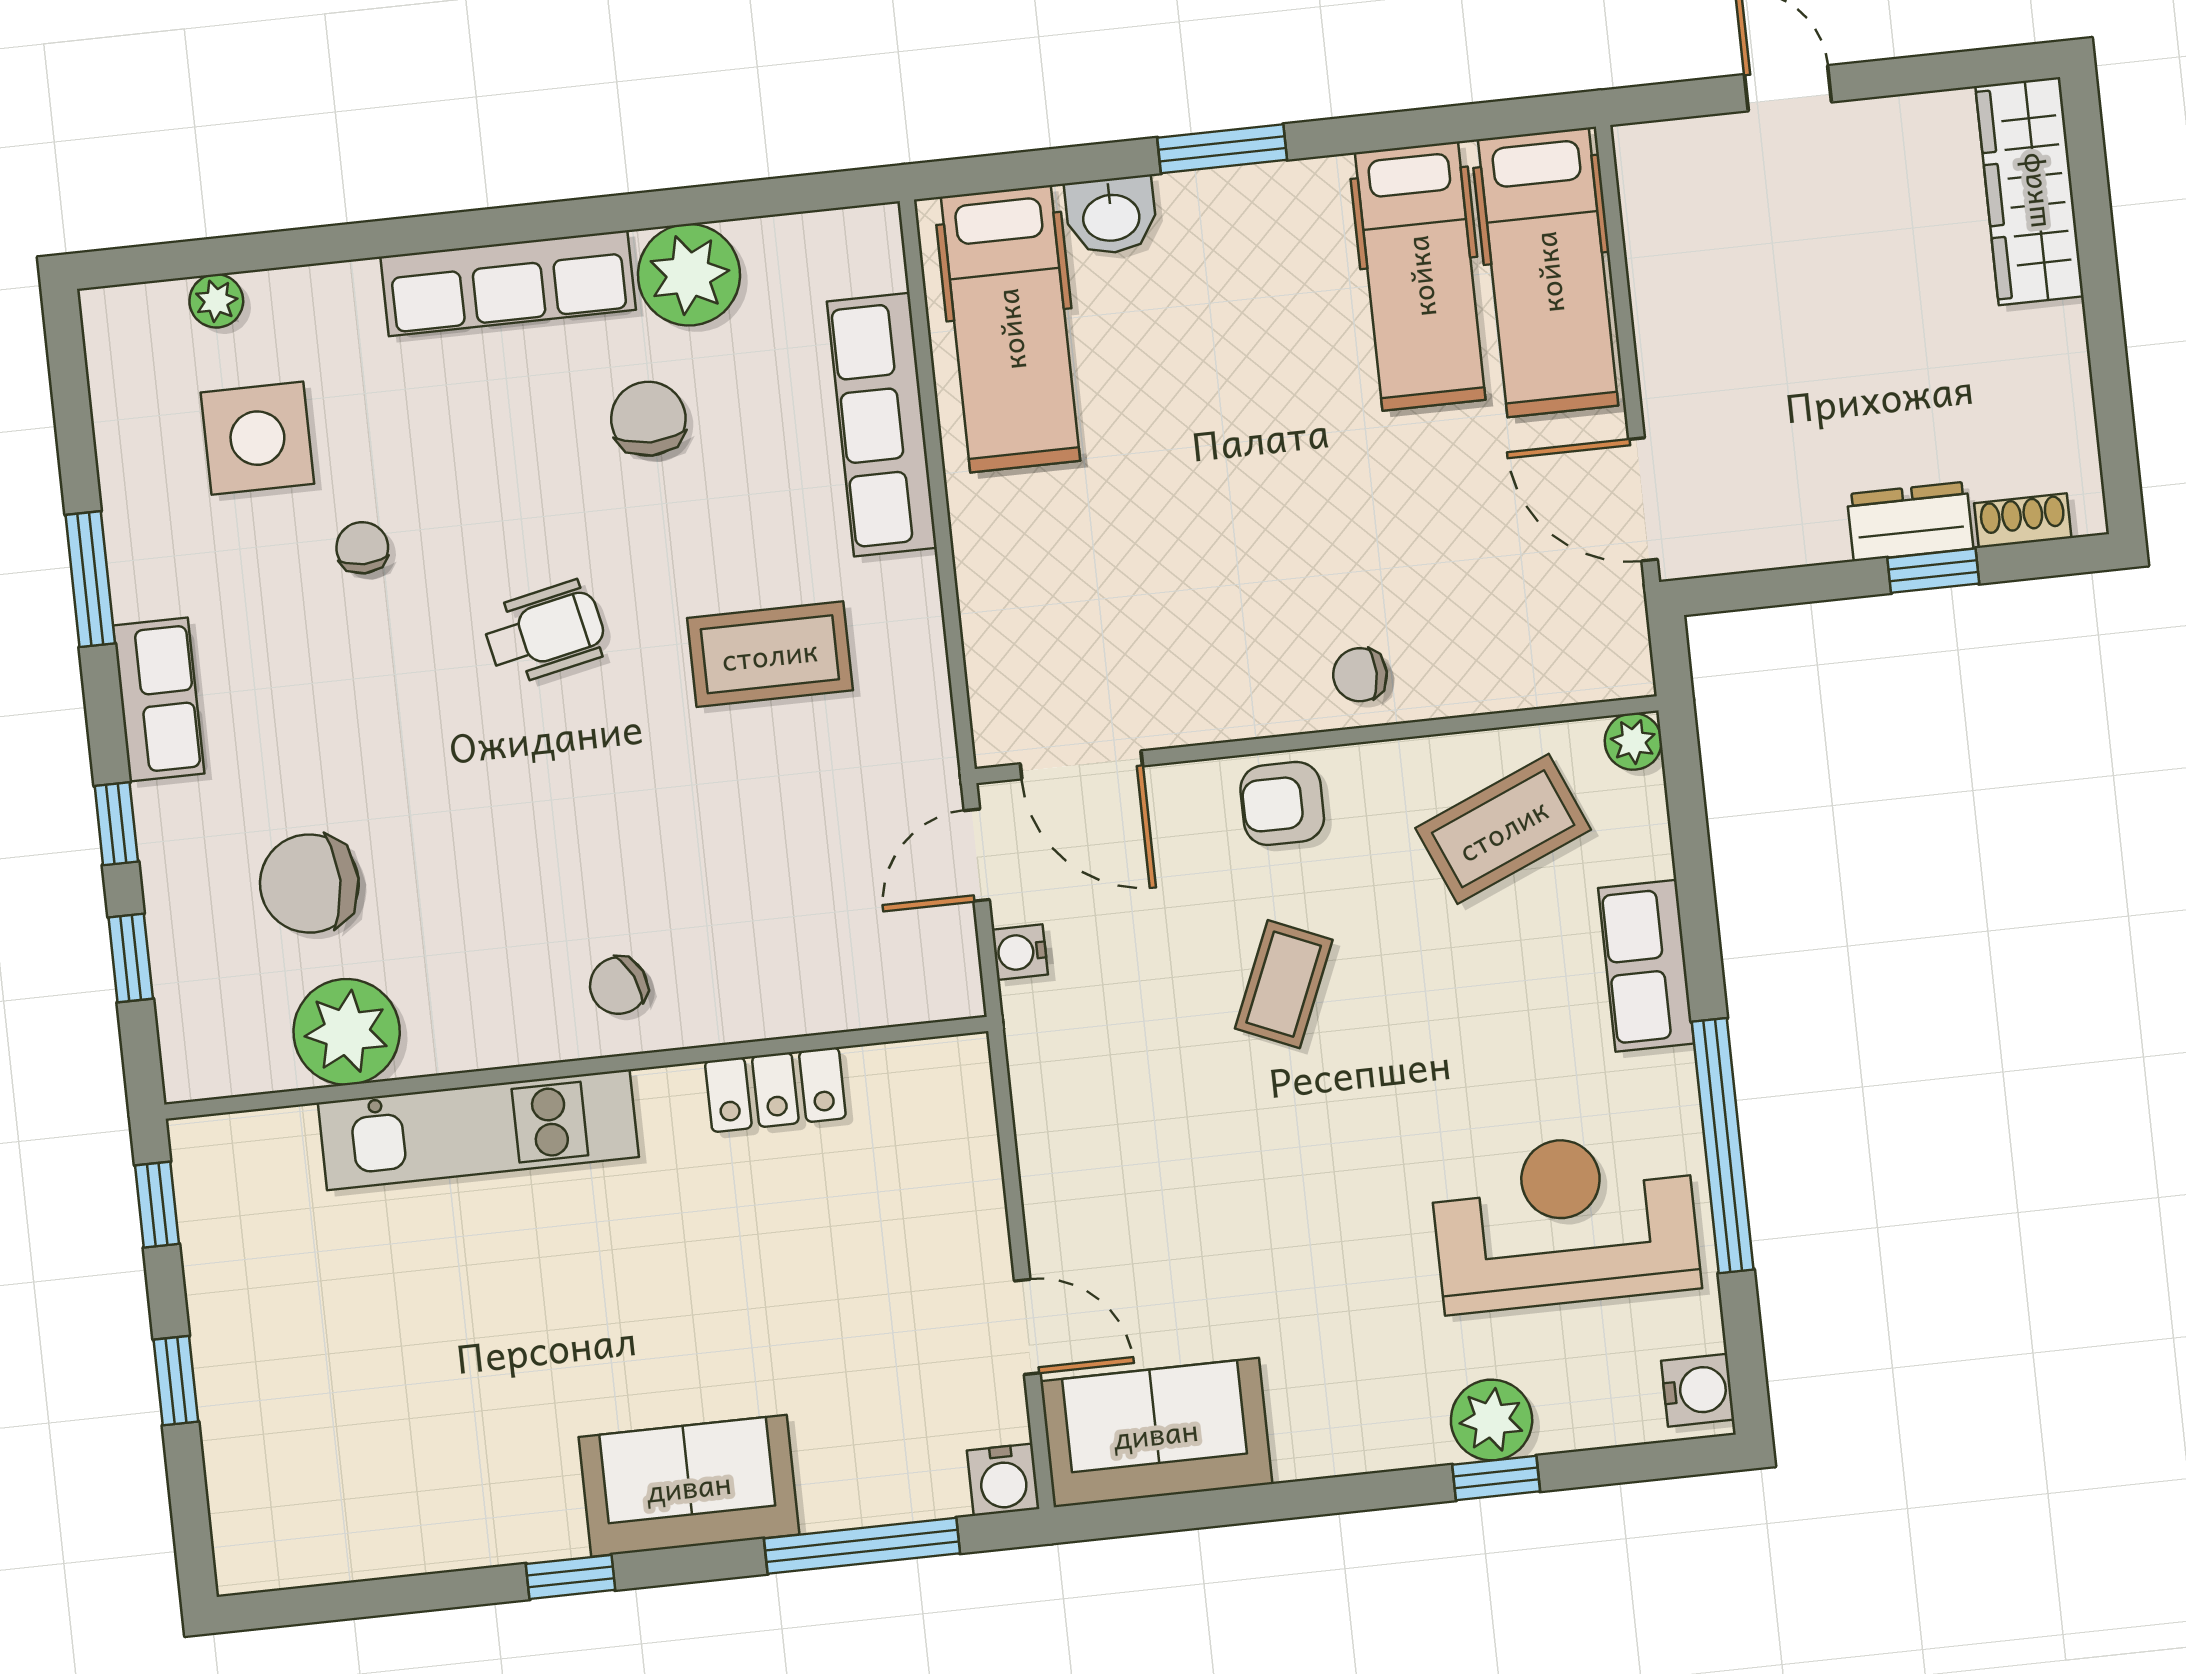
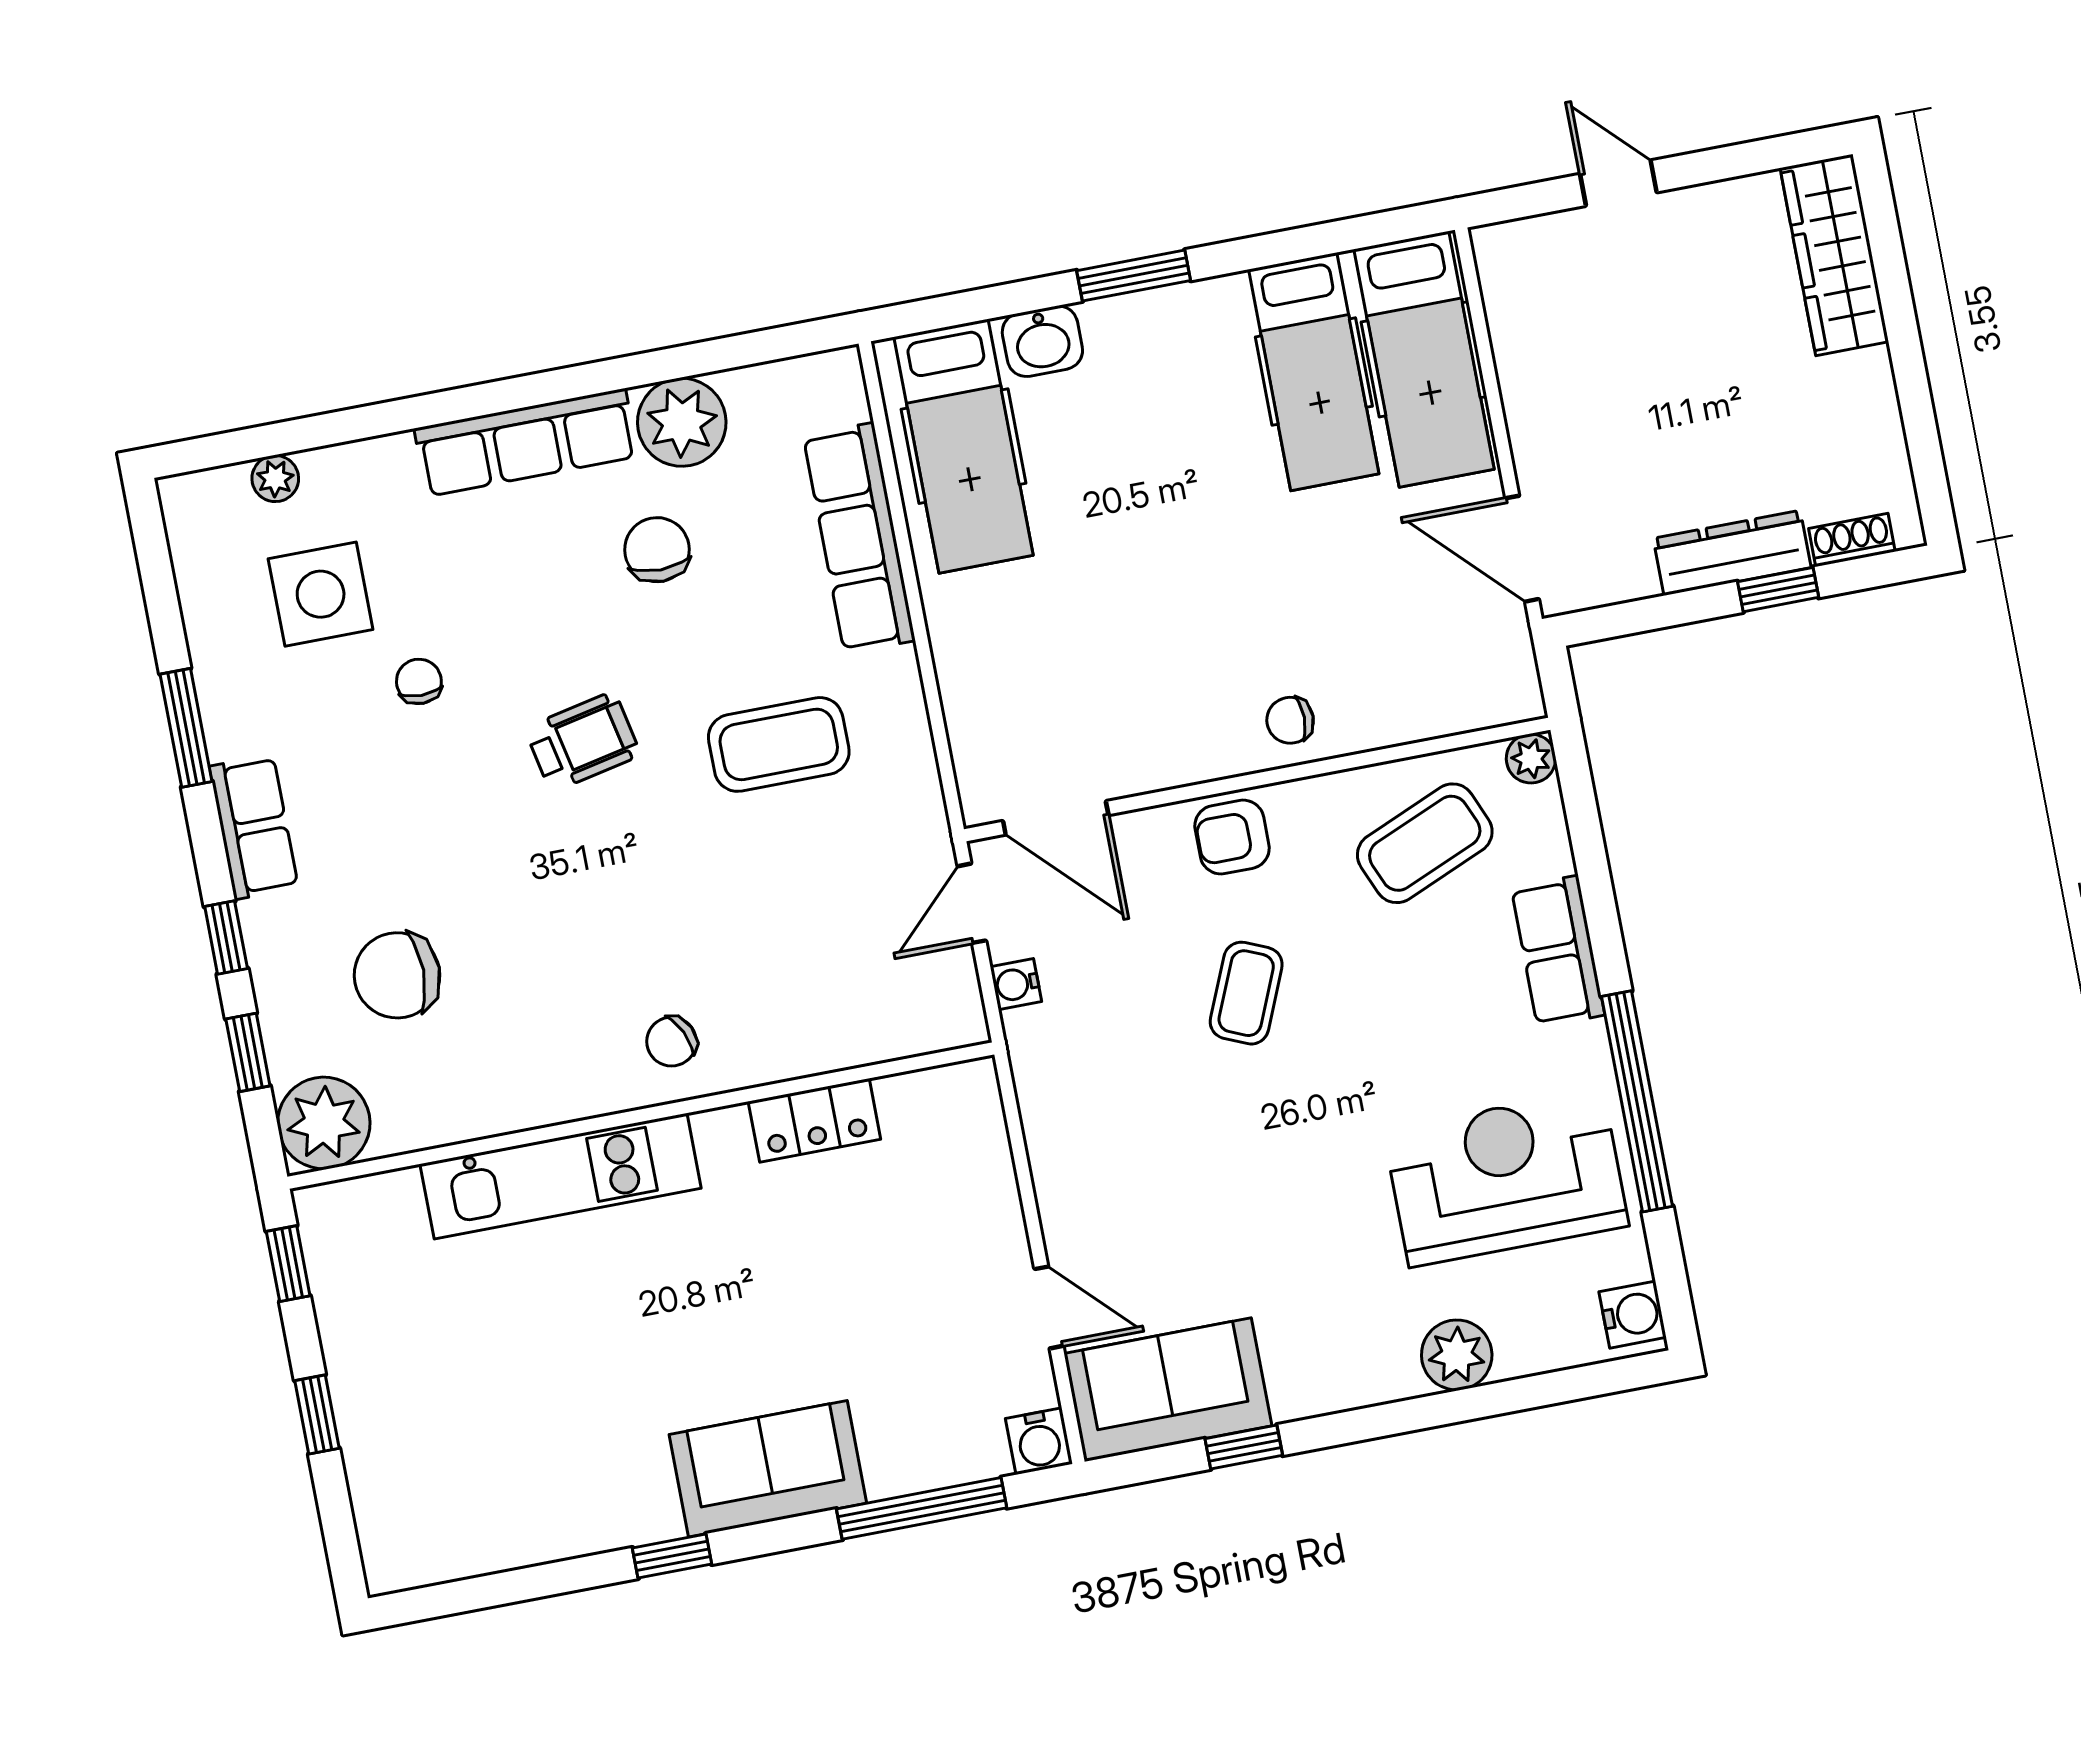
dresser: (1910, 521) -> (1732, 553), width x1.44
plant: (347, 1032) -> (324, 1123), moved
window: (1496, 1478) -> (1244, 1447), moved

